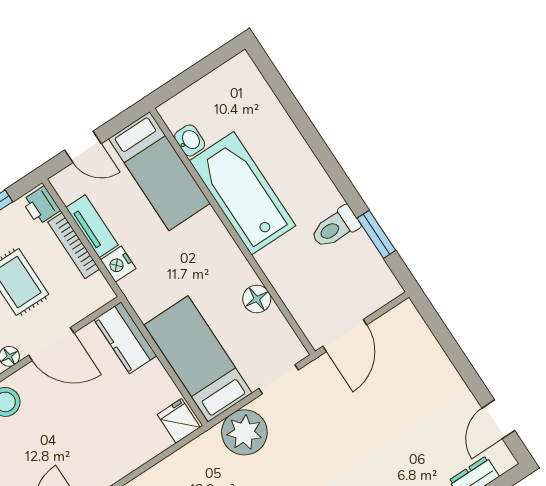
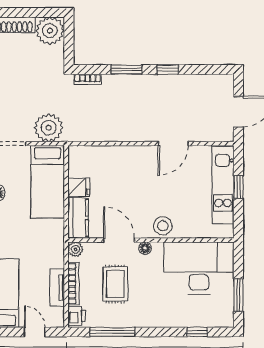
nightstand: (118, 264) -> (57, 259), removed
plant: (101, 293) -> (75, 249), added
fridge: (179, 421) -> (79, 187), moved, turned -90

